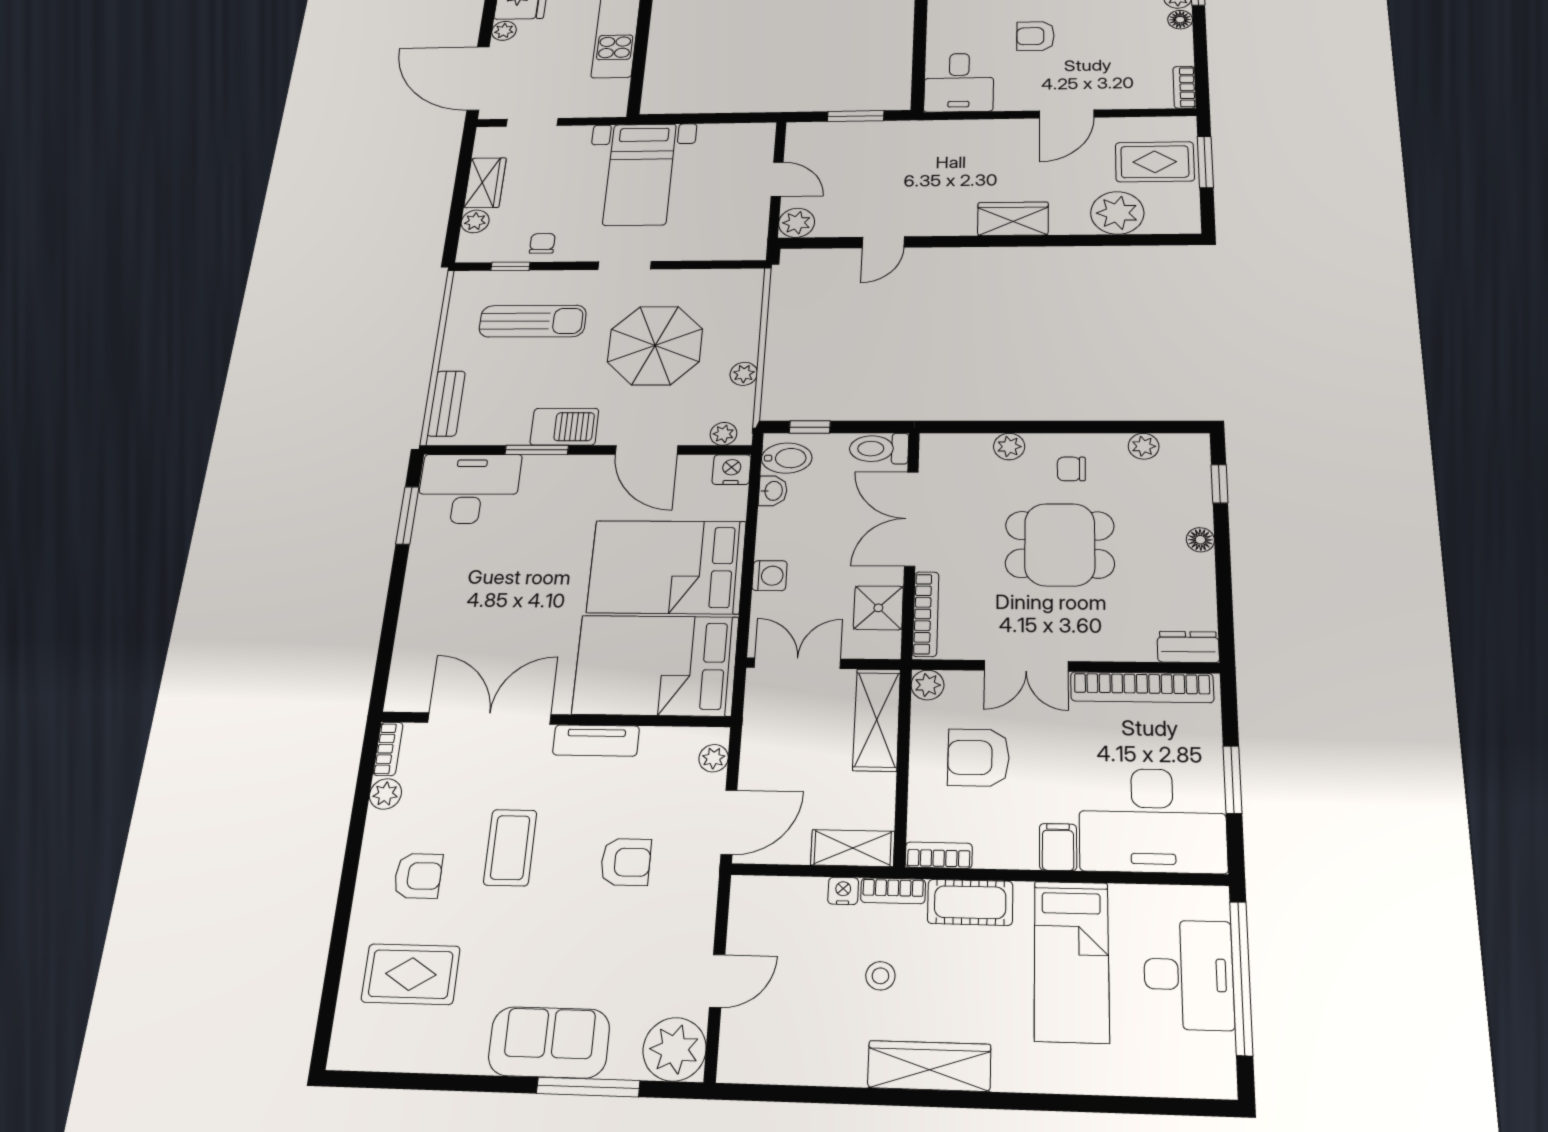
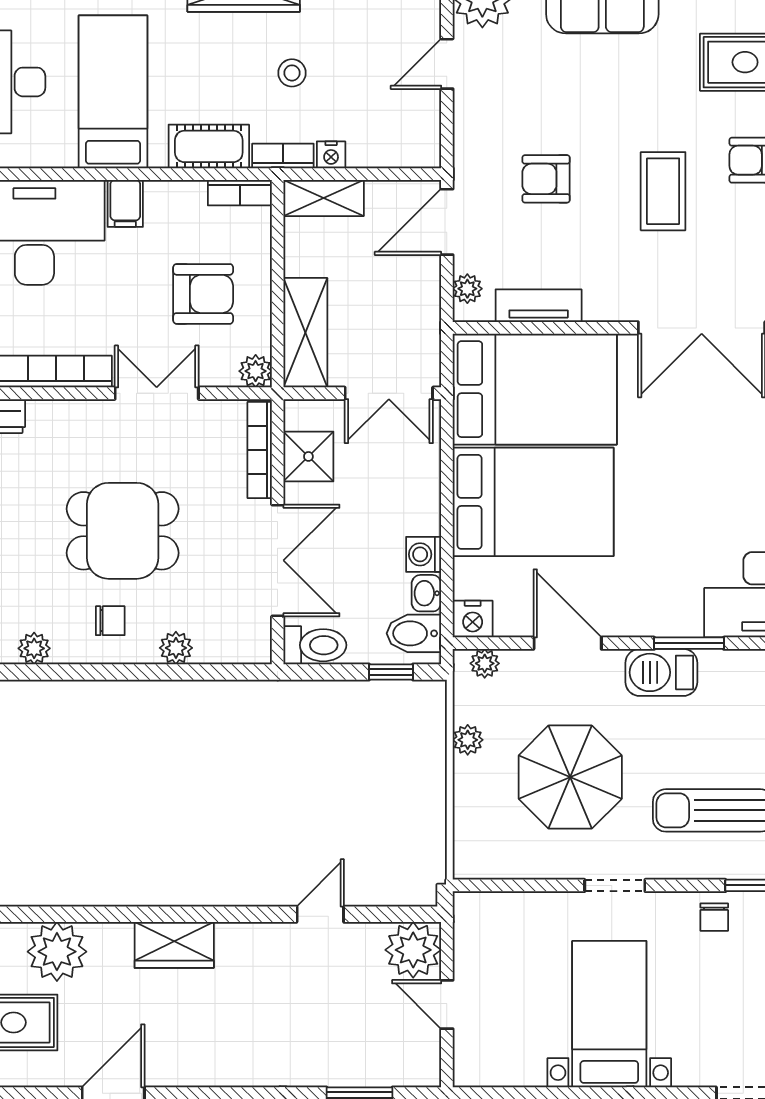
plant: (797, 223) -> (413, 950), width x1.36, depth x1.36
washing machine: (770, 576) -> (424, 554), moved
tv unit: (596, 740) -> (539, 306), moved

